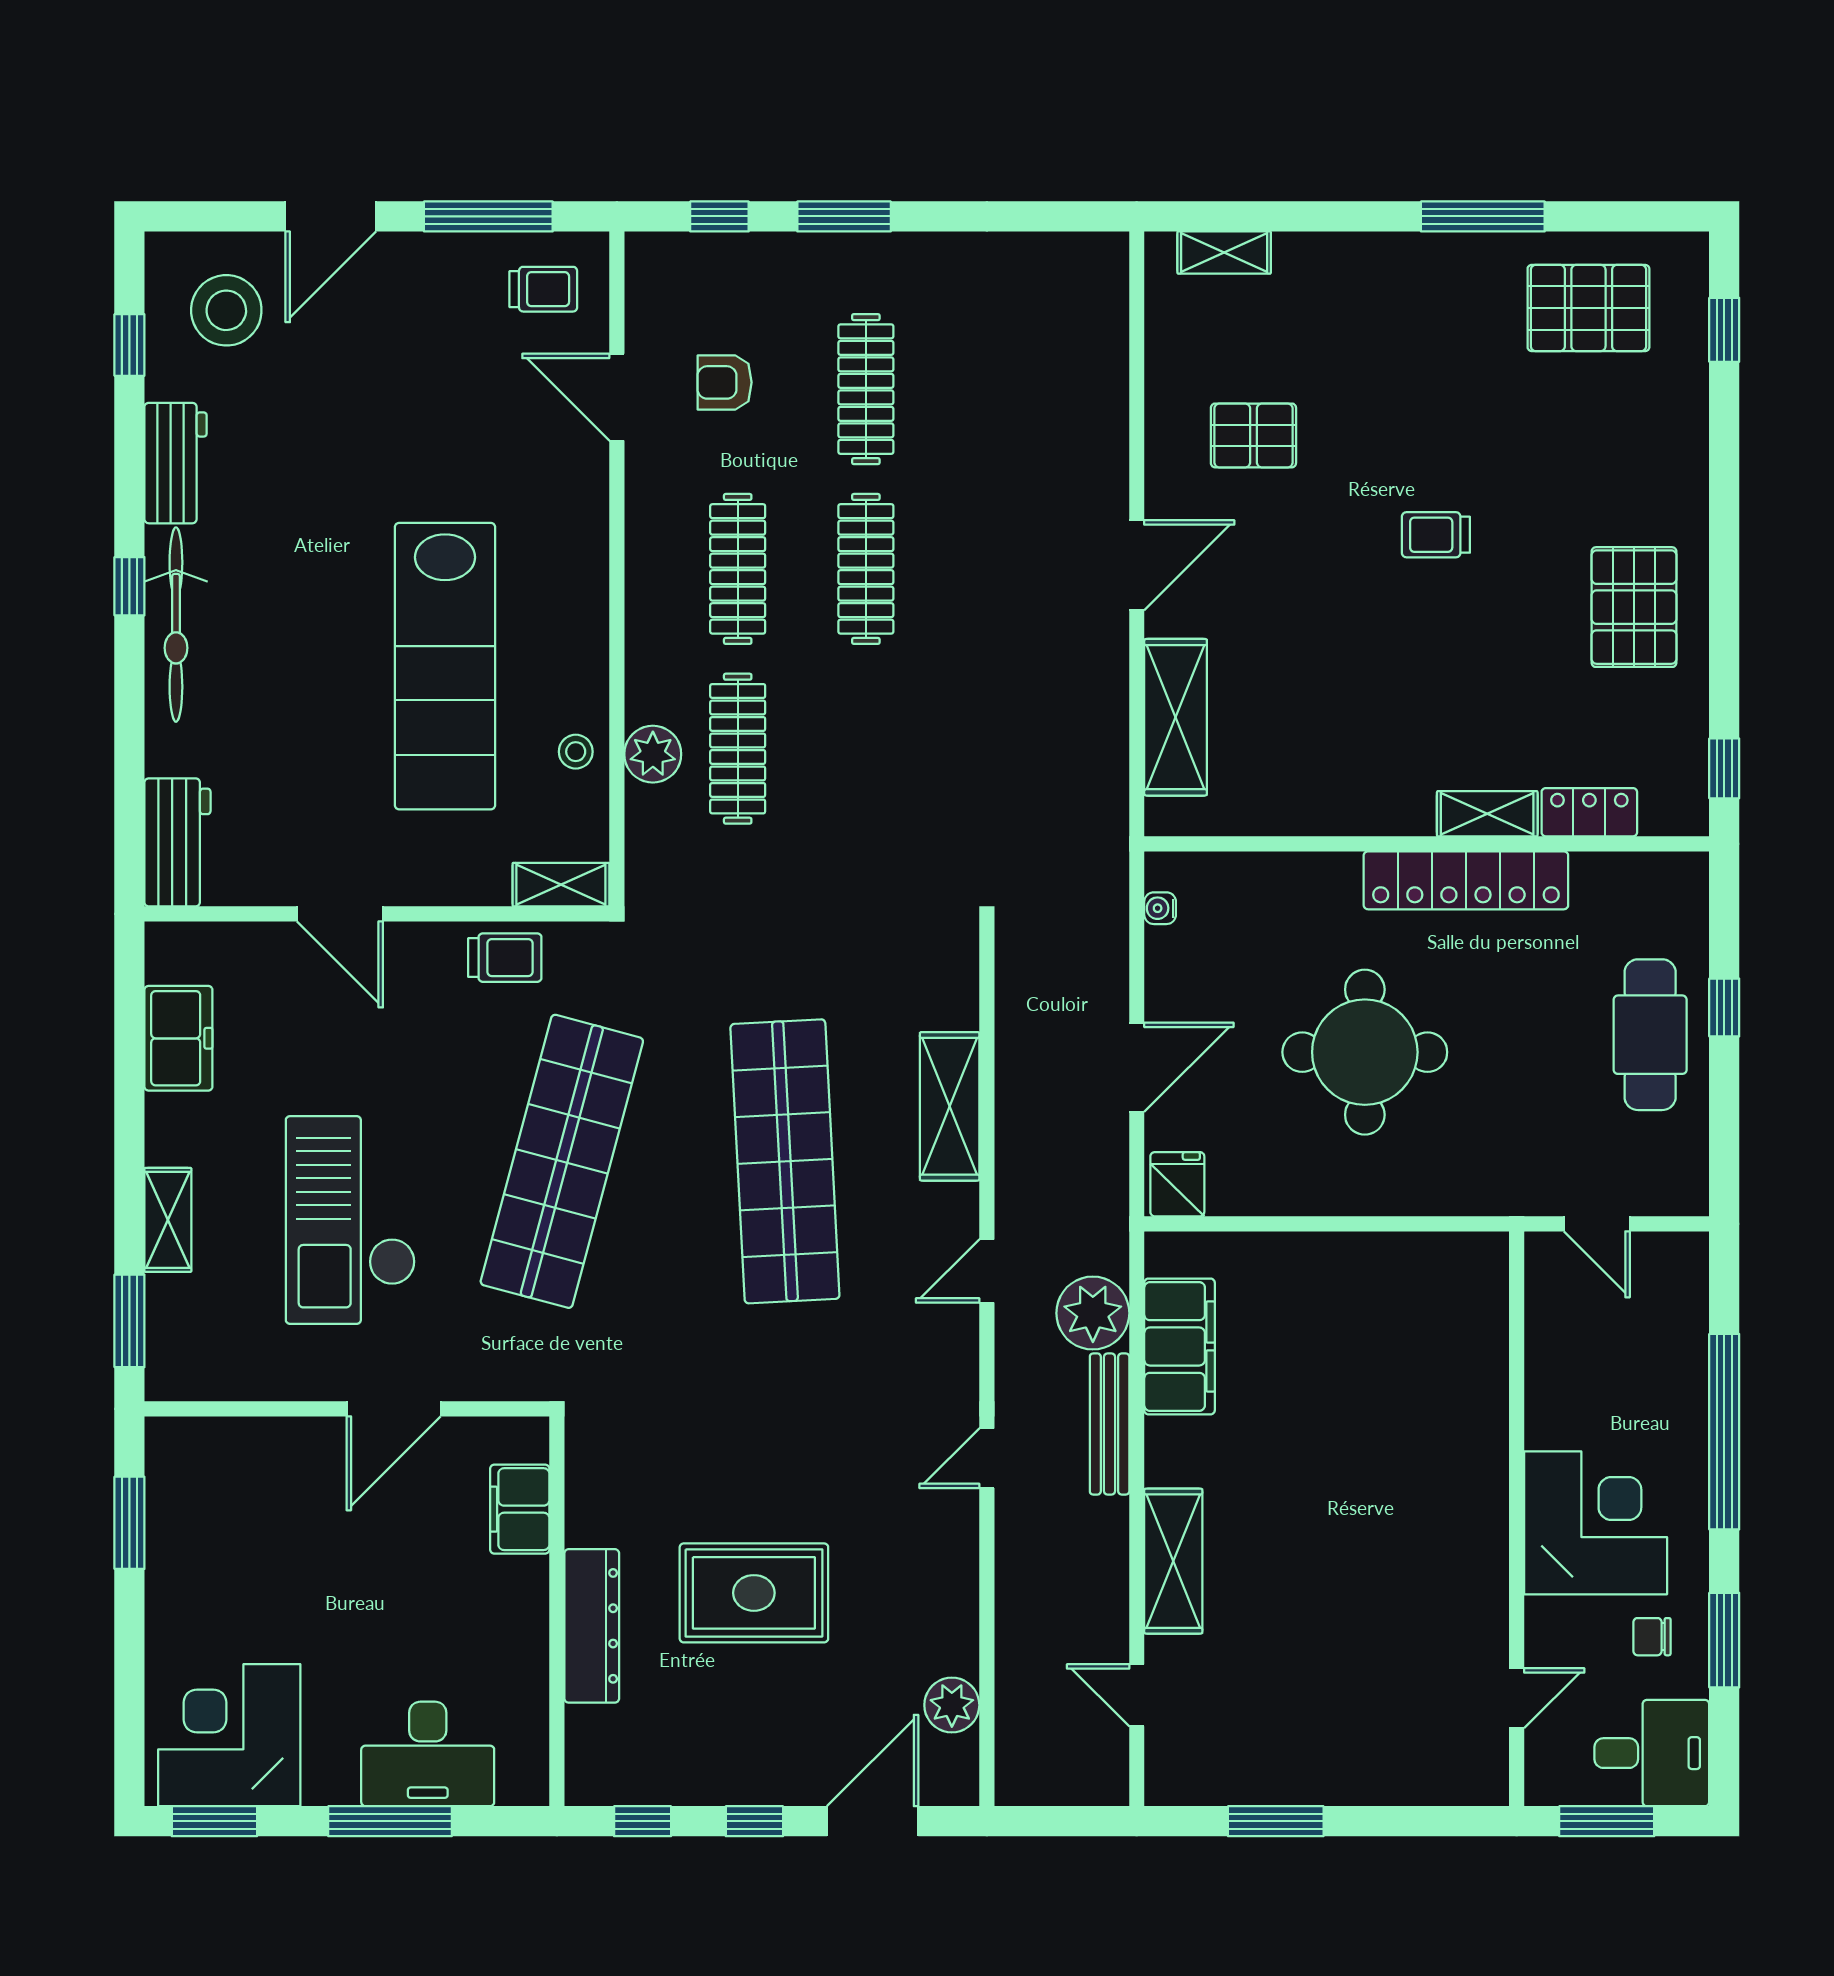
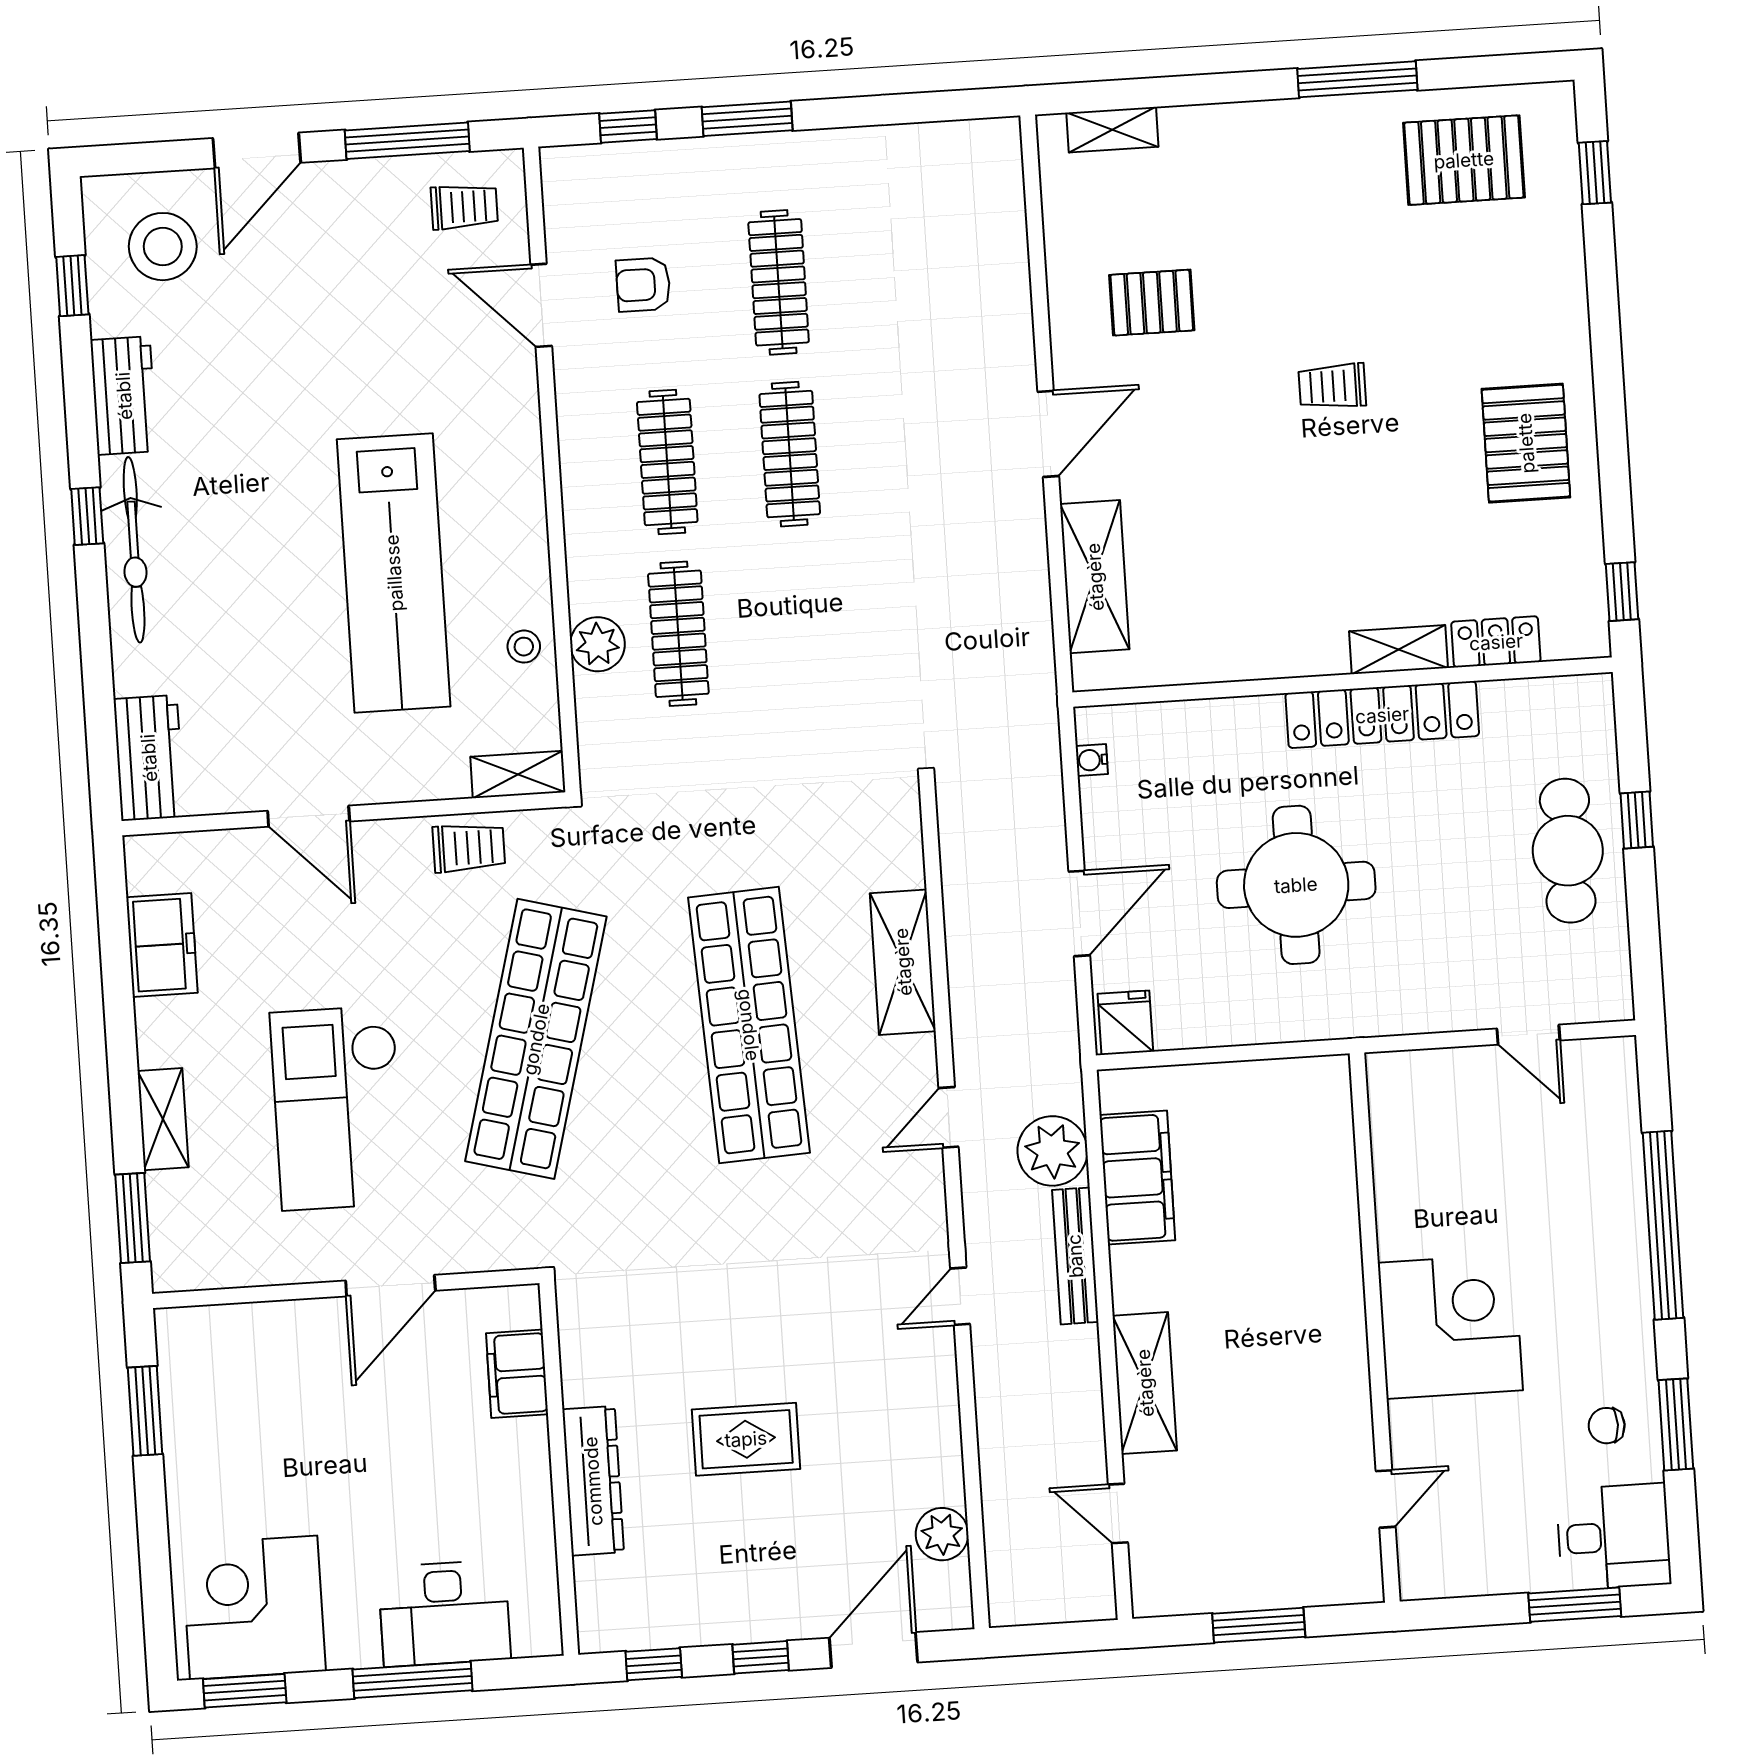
wall: (1517, 1519) -> (1375, 1327), moved
corner desk: (1596, 1523) -> (1450, 1326), moved
rug: (754, 1593) -> (746, 1439), width x0.73, depth x0.70
door: (1517, 1698) -> (1386, 1499), moved

